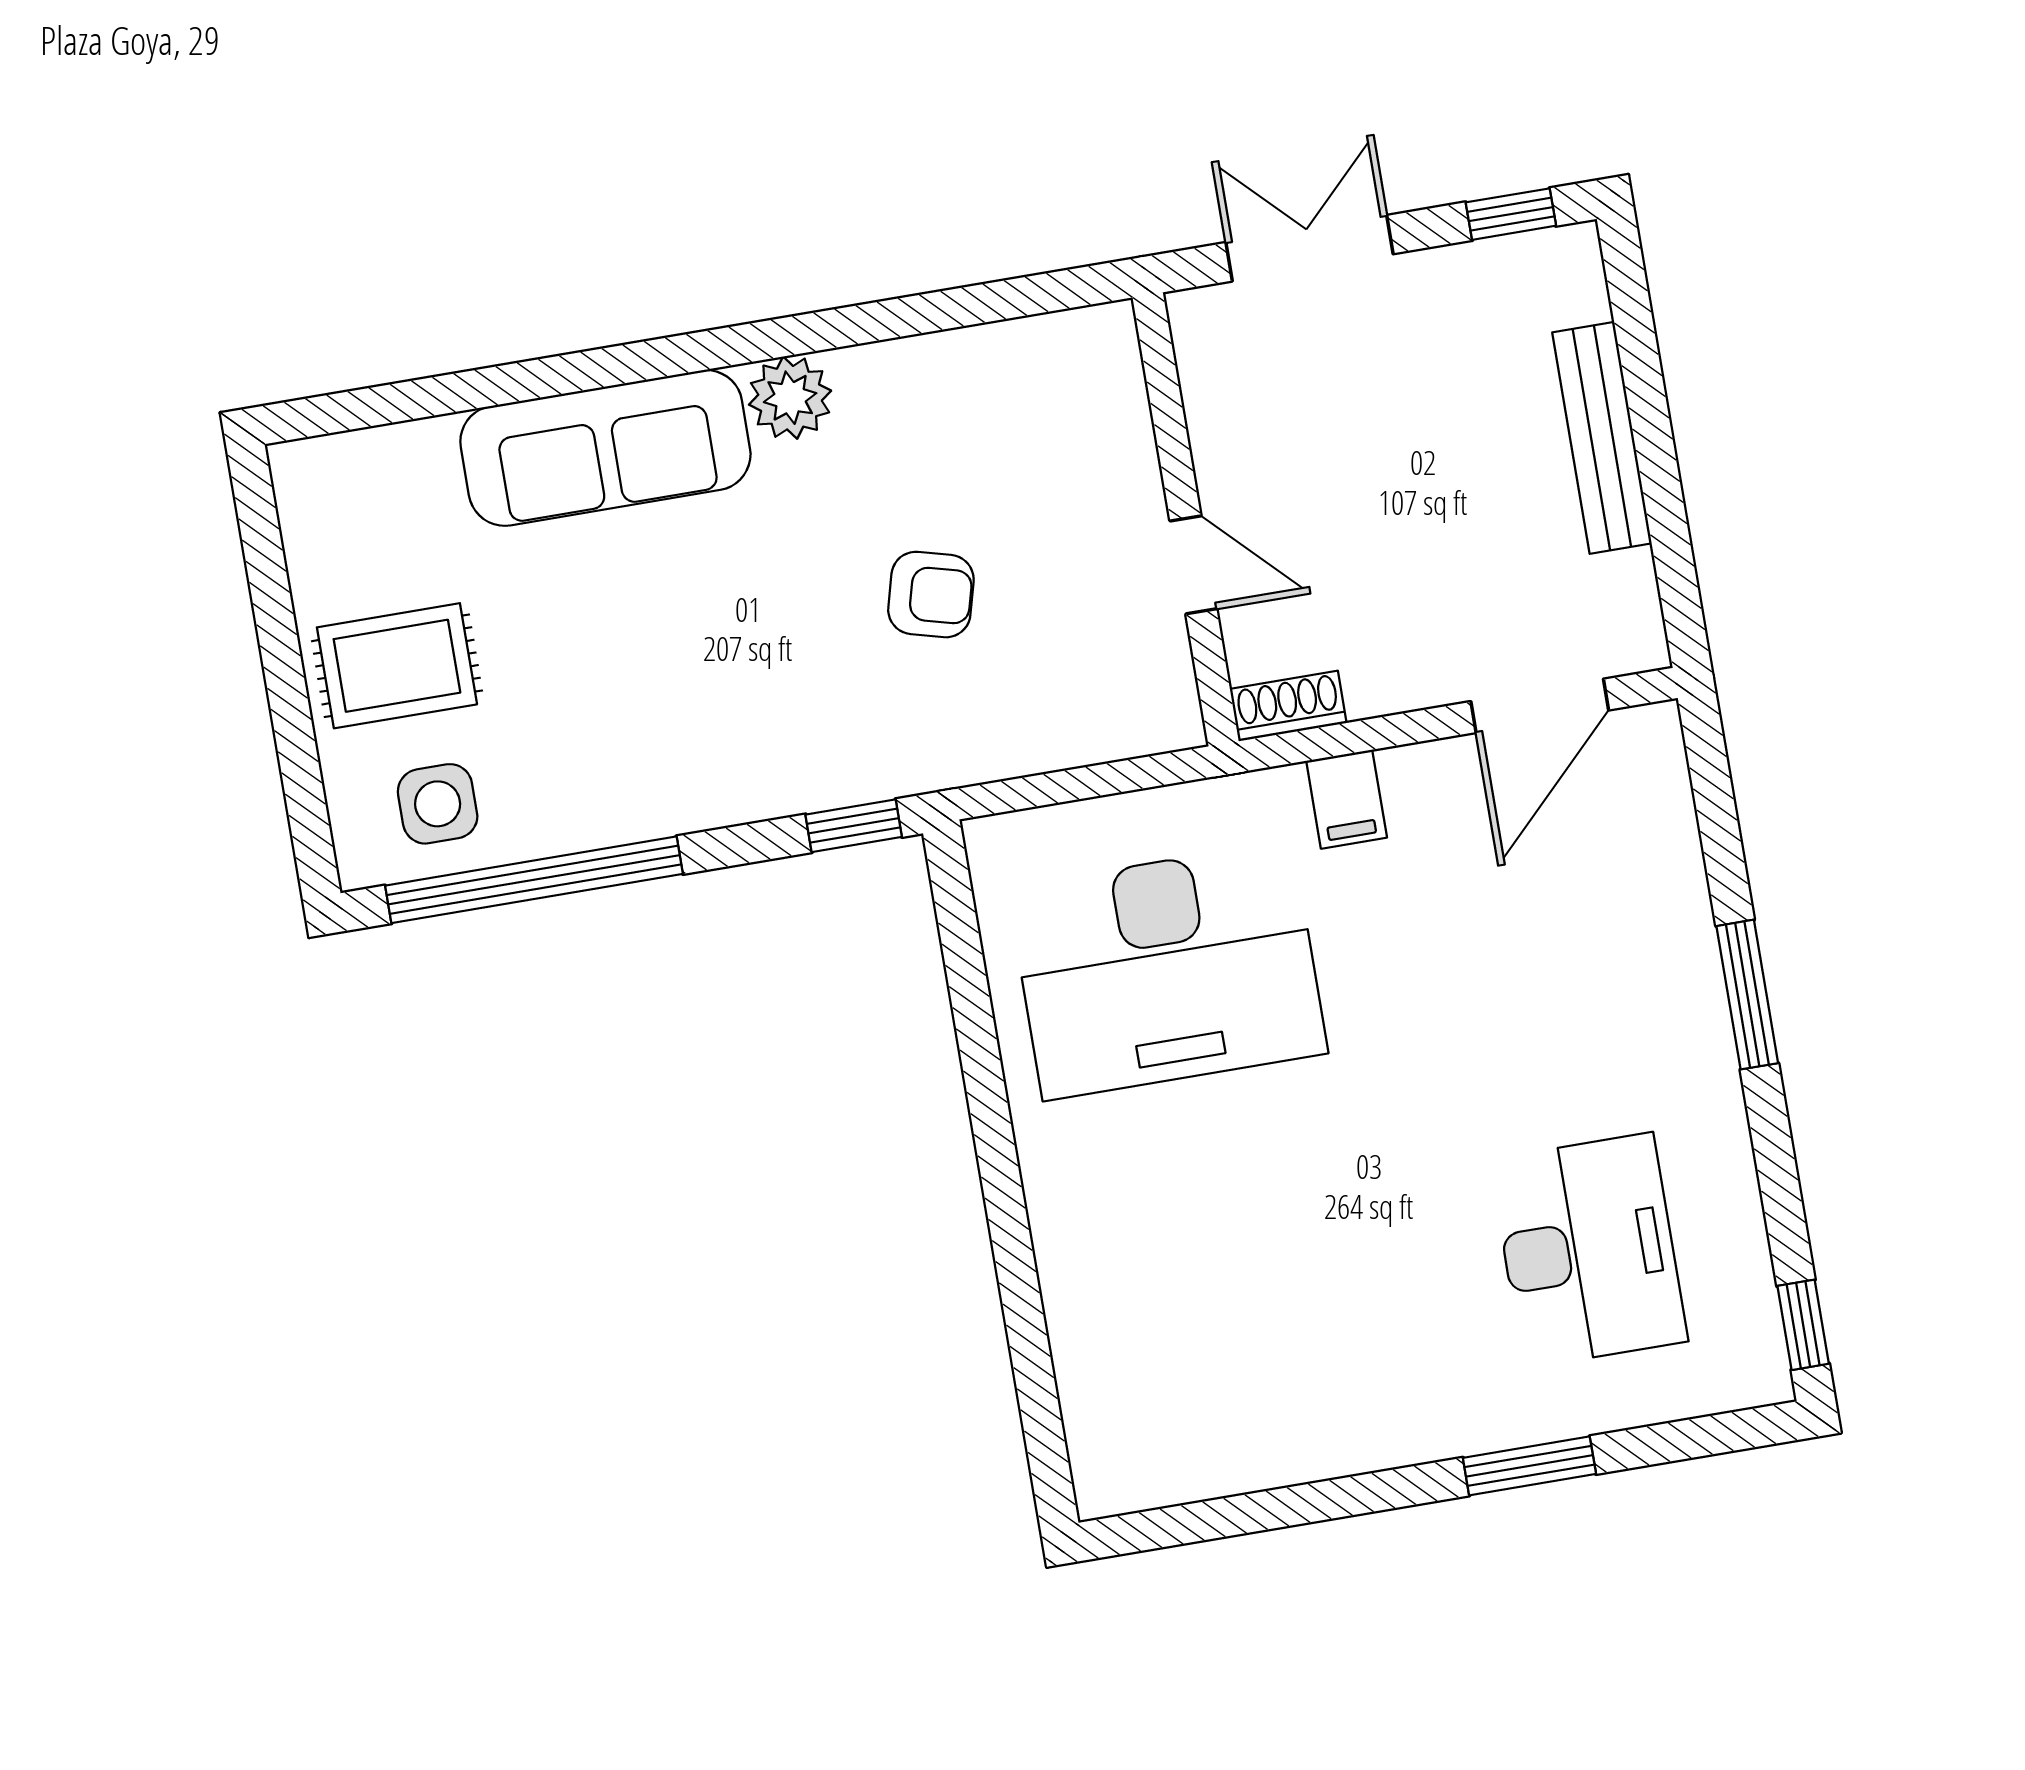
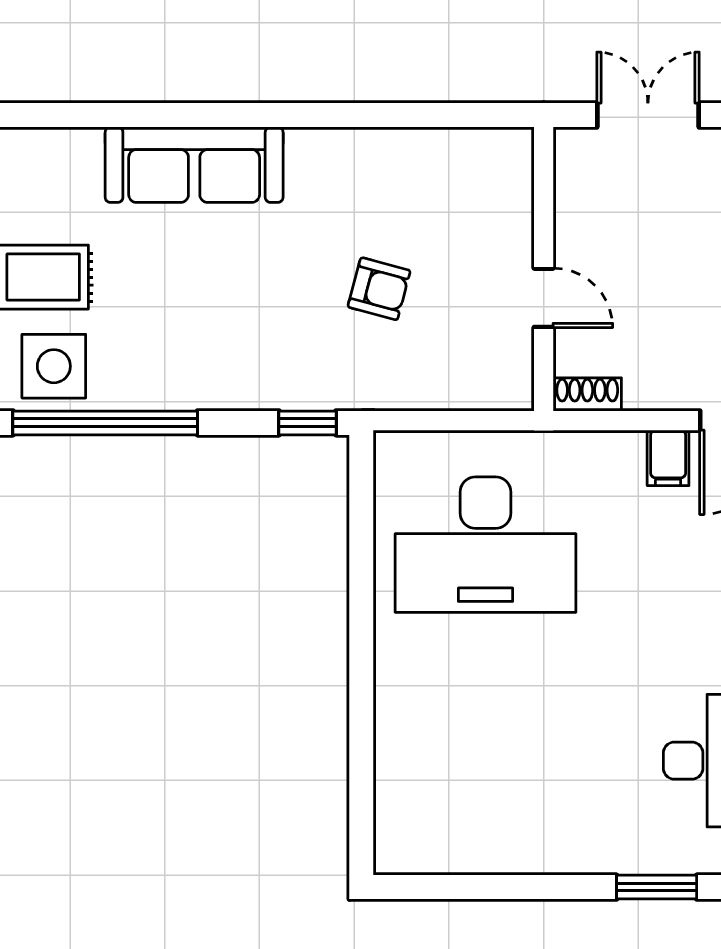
plant: (790, 398) -> (313, 153), removed
filing cabinet: (1347, 799) -> (668, 458), moved
side table: (438, 804) -> (54, 366), width x1.37, depth x1.37

